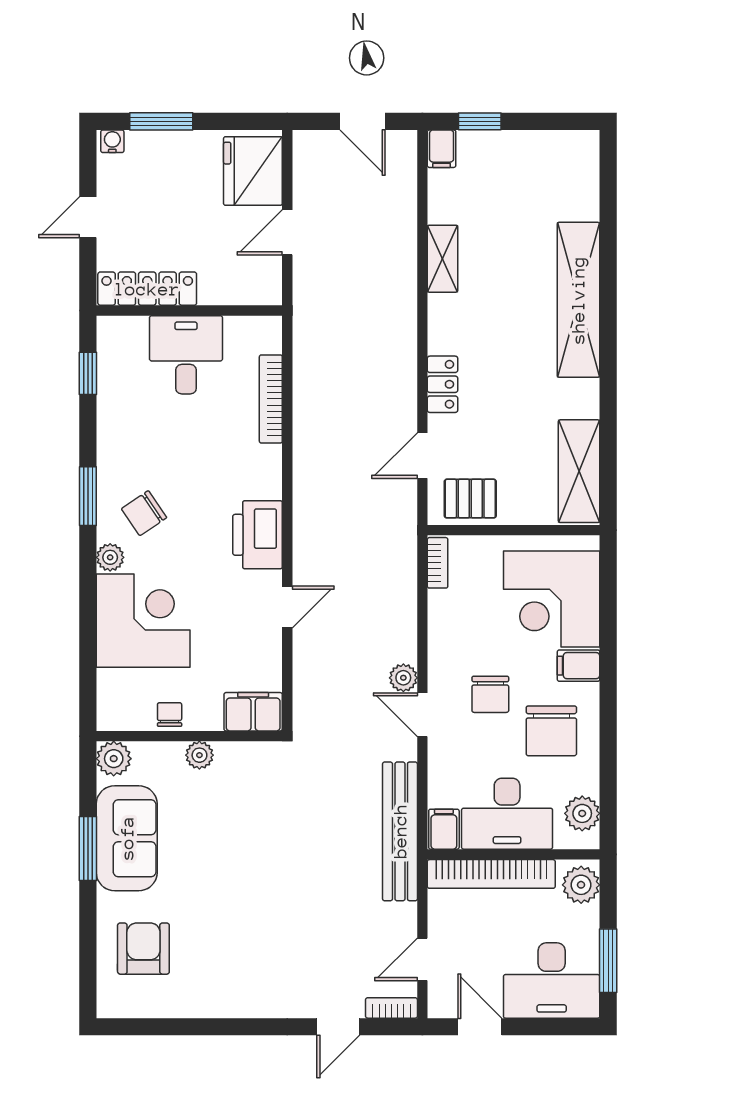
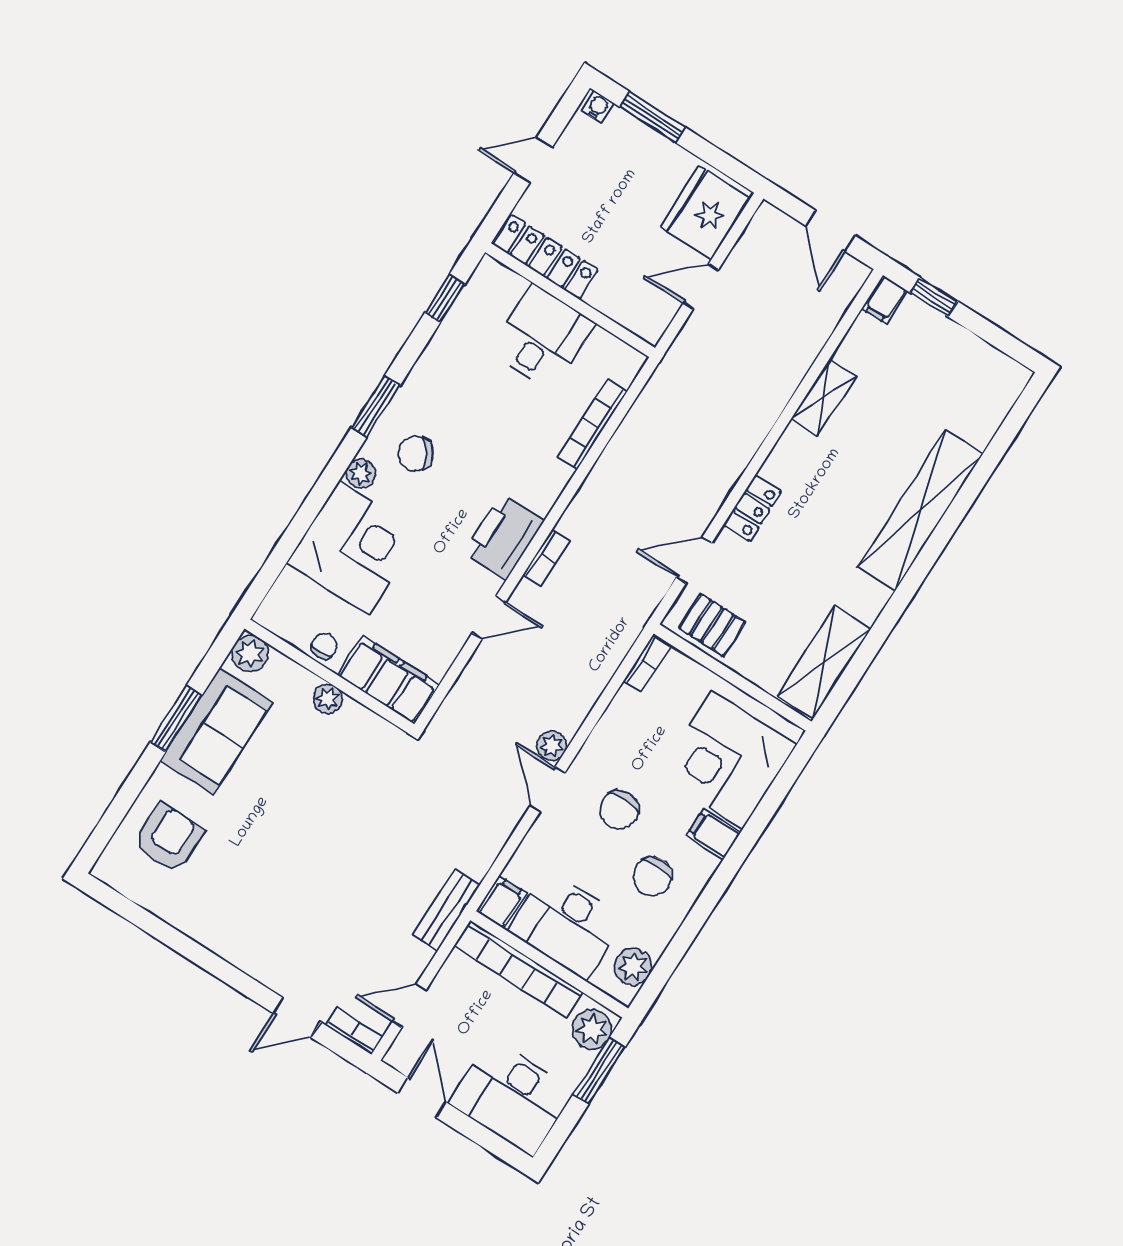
bookcase: (303, 529) -> (547, 558), added
filing cabinet: (253, 712) -> (389, 680), width x1.50, depth x1.17
chair: (551, 731) -> (653, 876), width x0.73, depth x0.73
bench: (400, 831) -> (446, 910), width x0.54, depth x0.82
window: (608, 961) -> (599, 1071), moved

